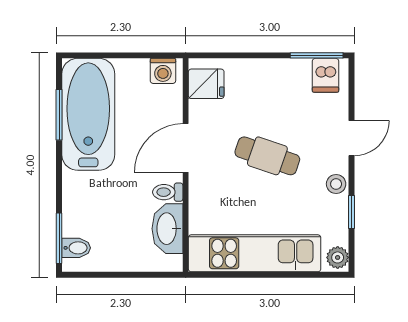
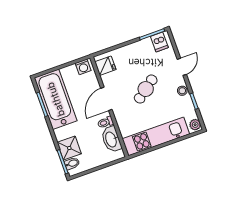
cafe table: (267, 156) -> (146, 89), turned -56
shower: (81, 217) -> (69, 148), added

